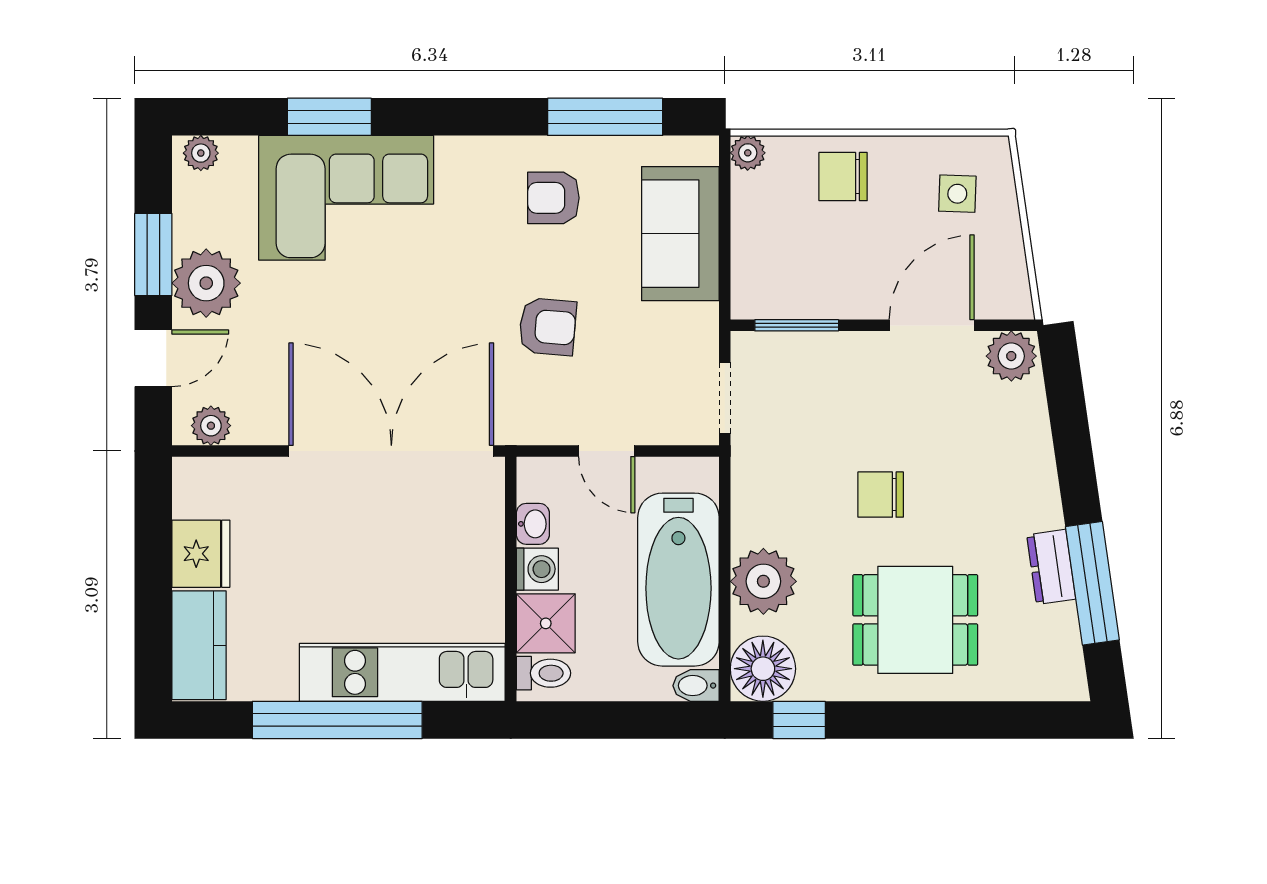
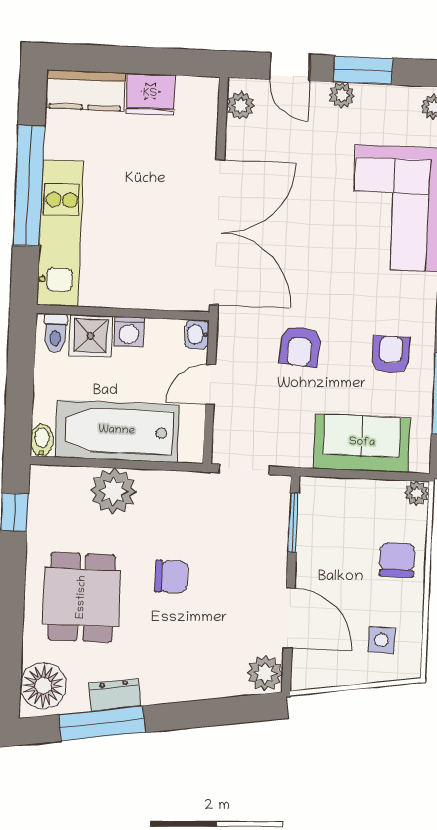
plant: (206, 283) -> (342, 95), width x0.53, depth x0.53
chair: (881, 495) -> (171, 577), turned 90
washbasin: (533, 524) -> (197, 334), moved, turned 90
floor lamp: (763, 669) -> (43, 686), moved

